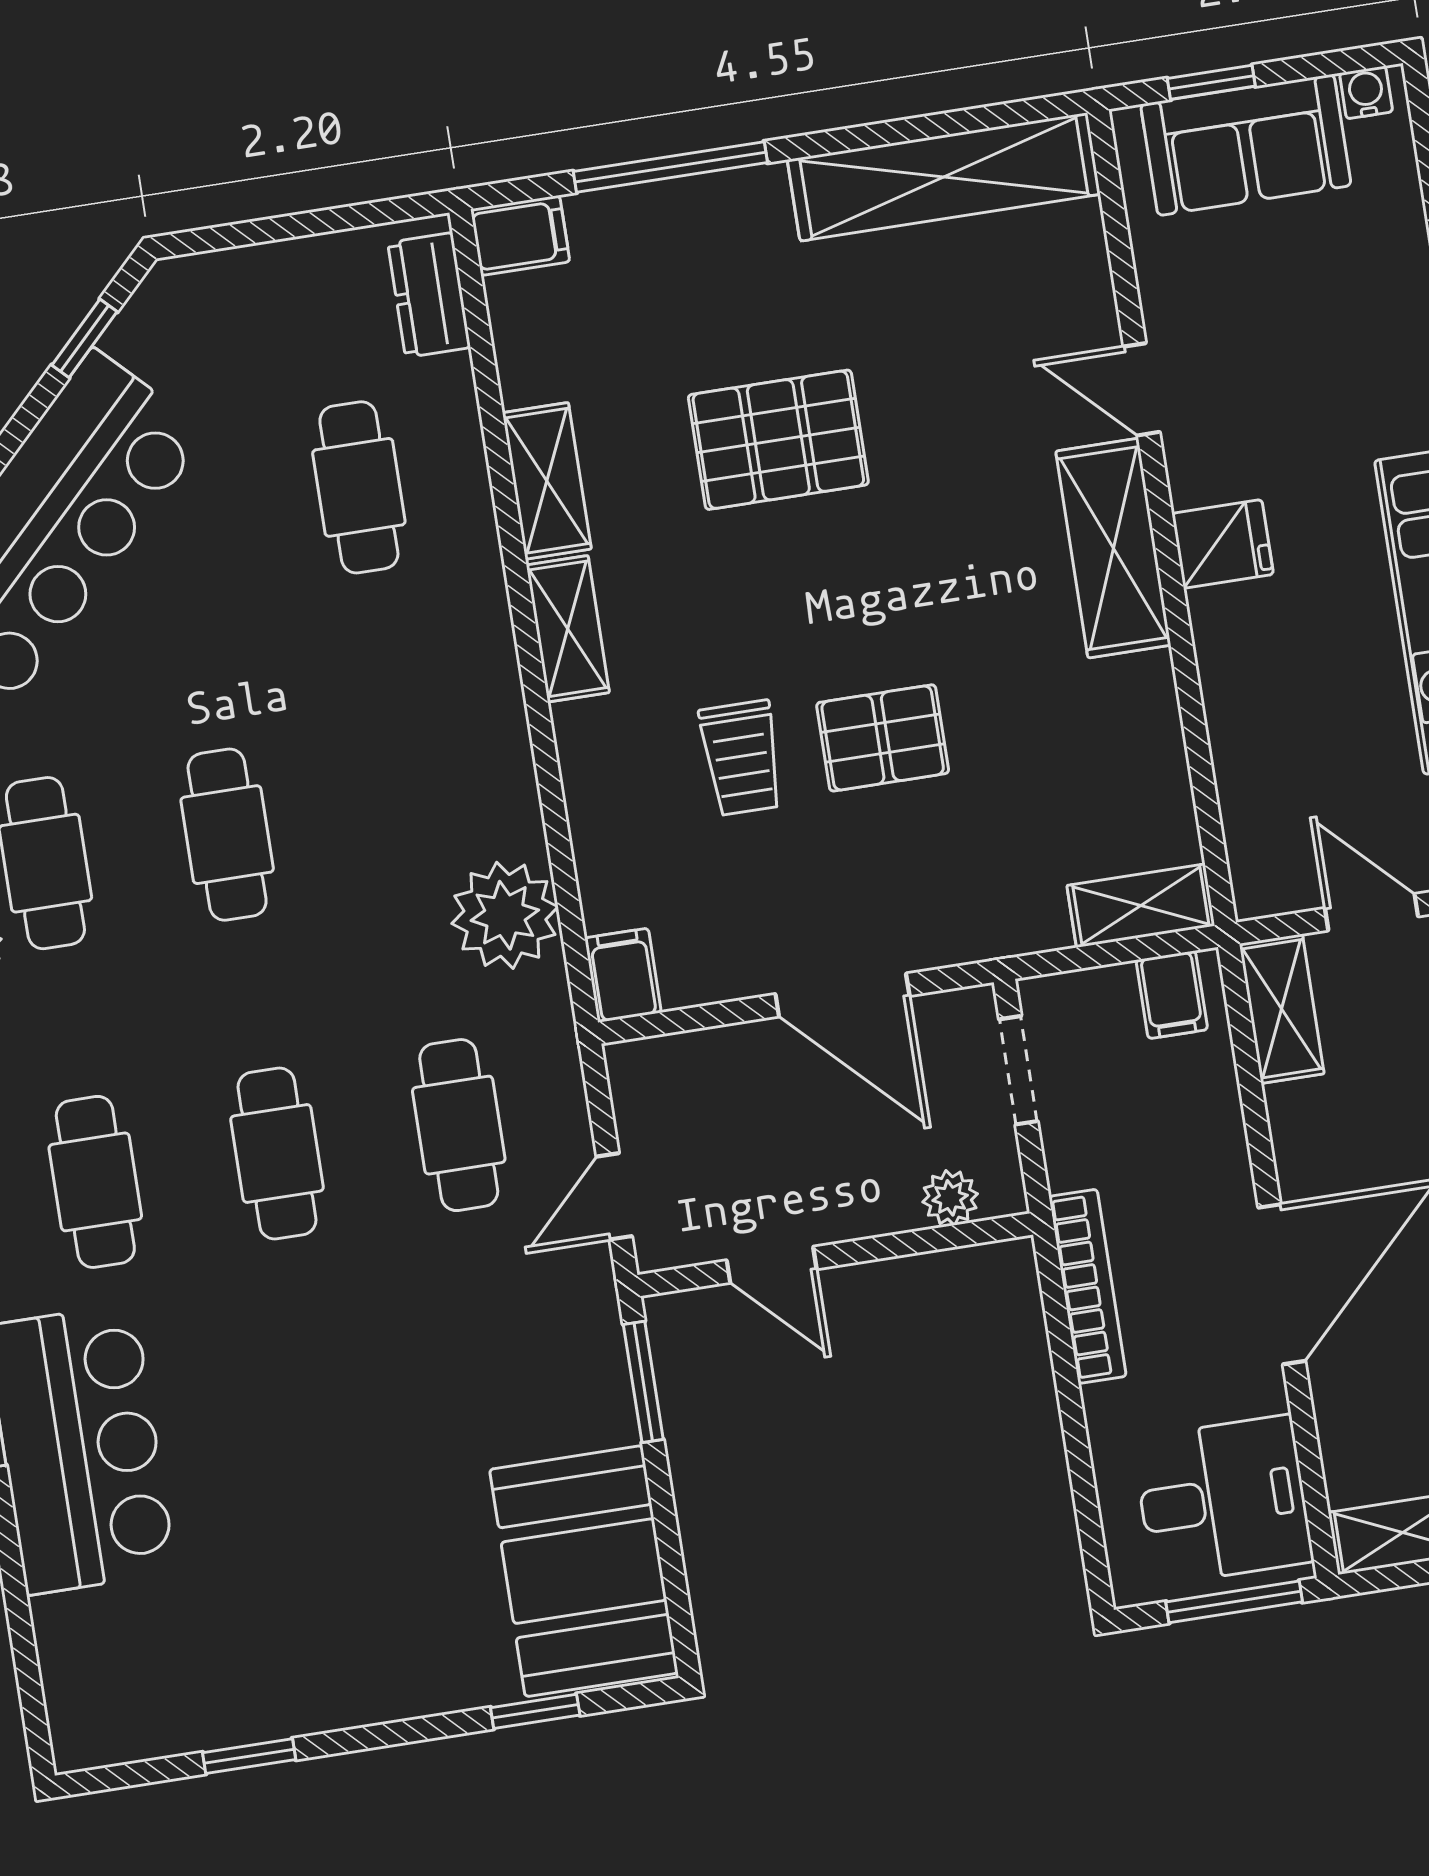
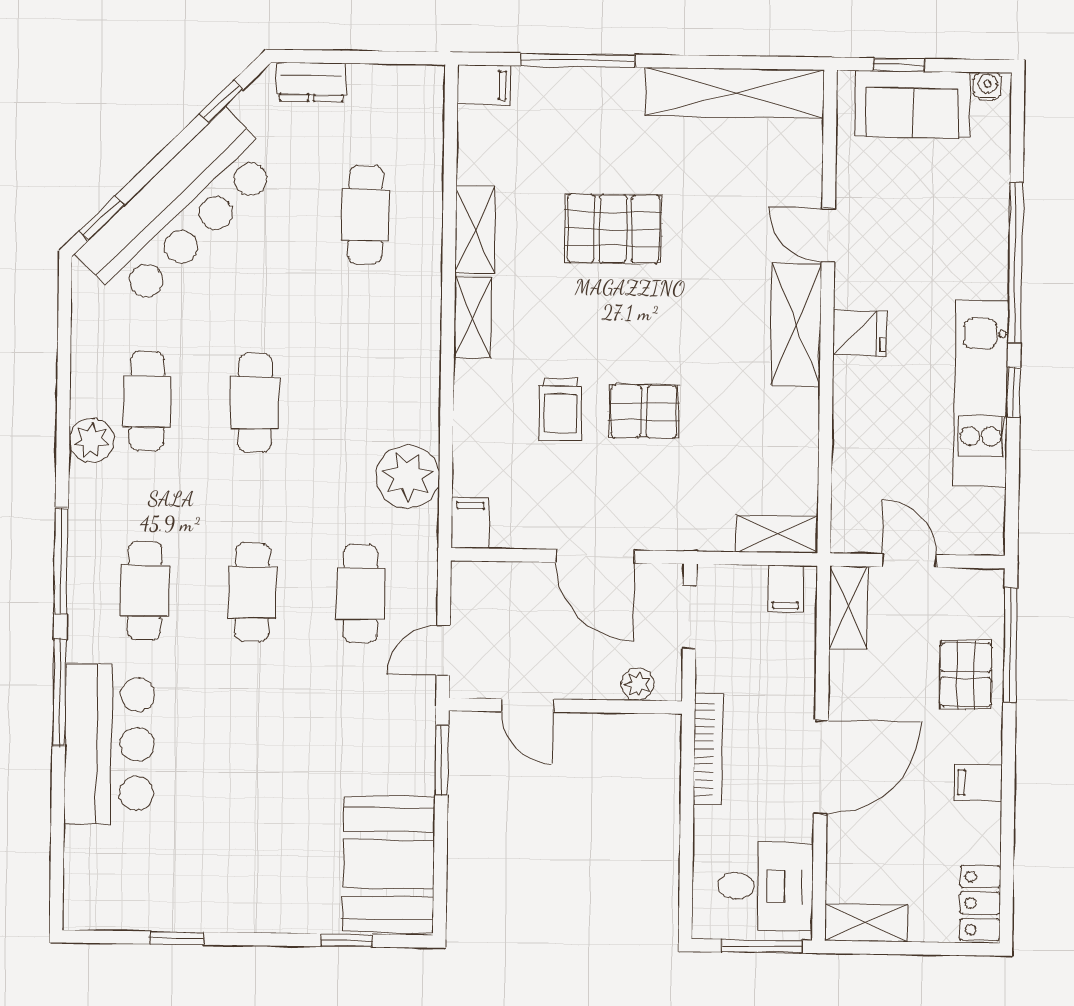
dresser: (429, 295) -> (311, 82), moved, turned -90

